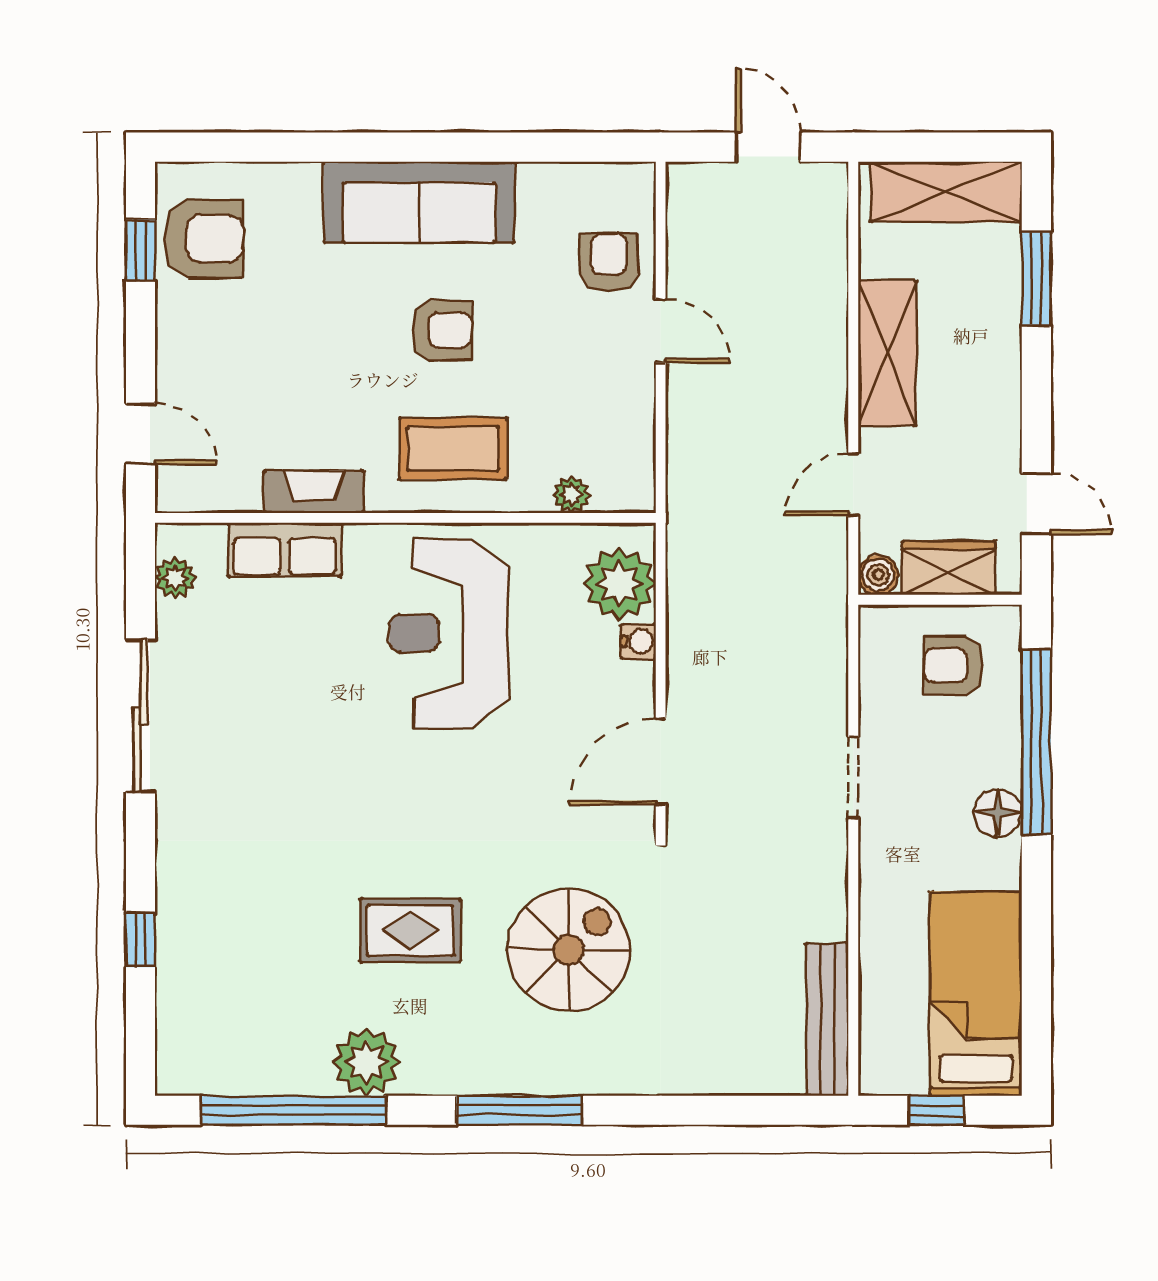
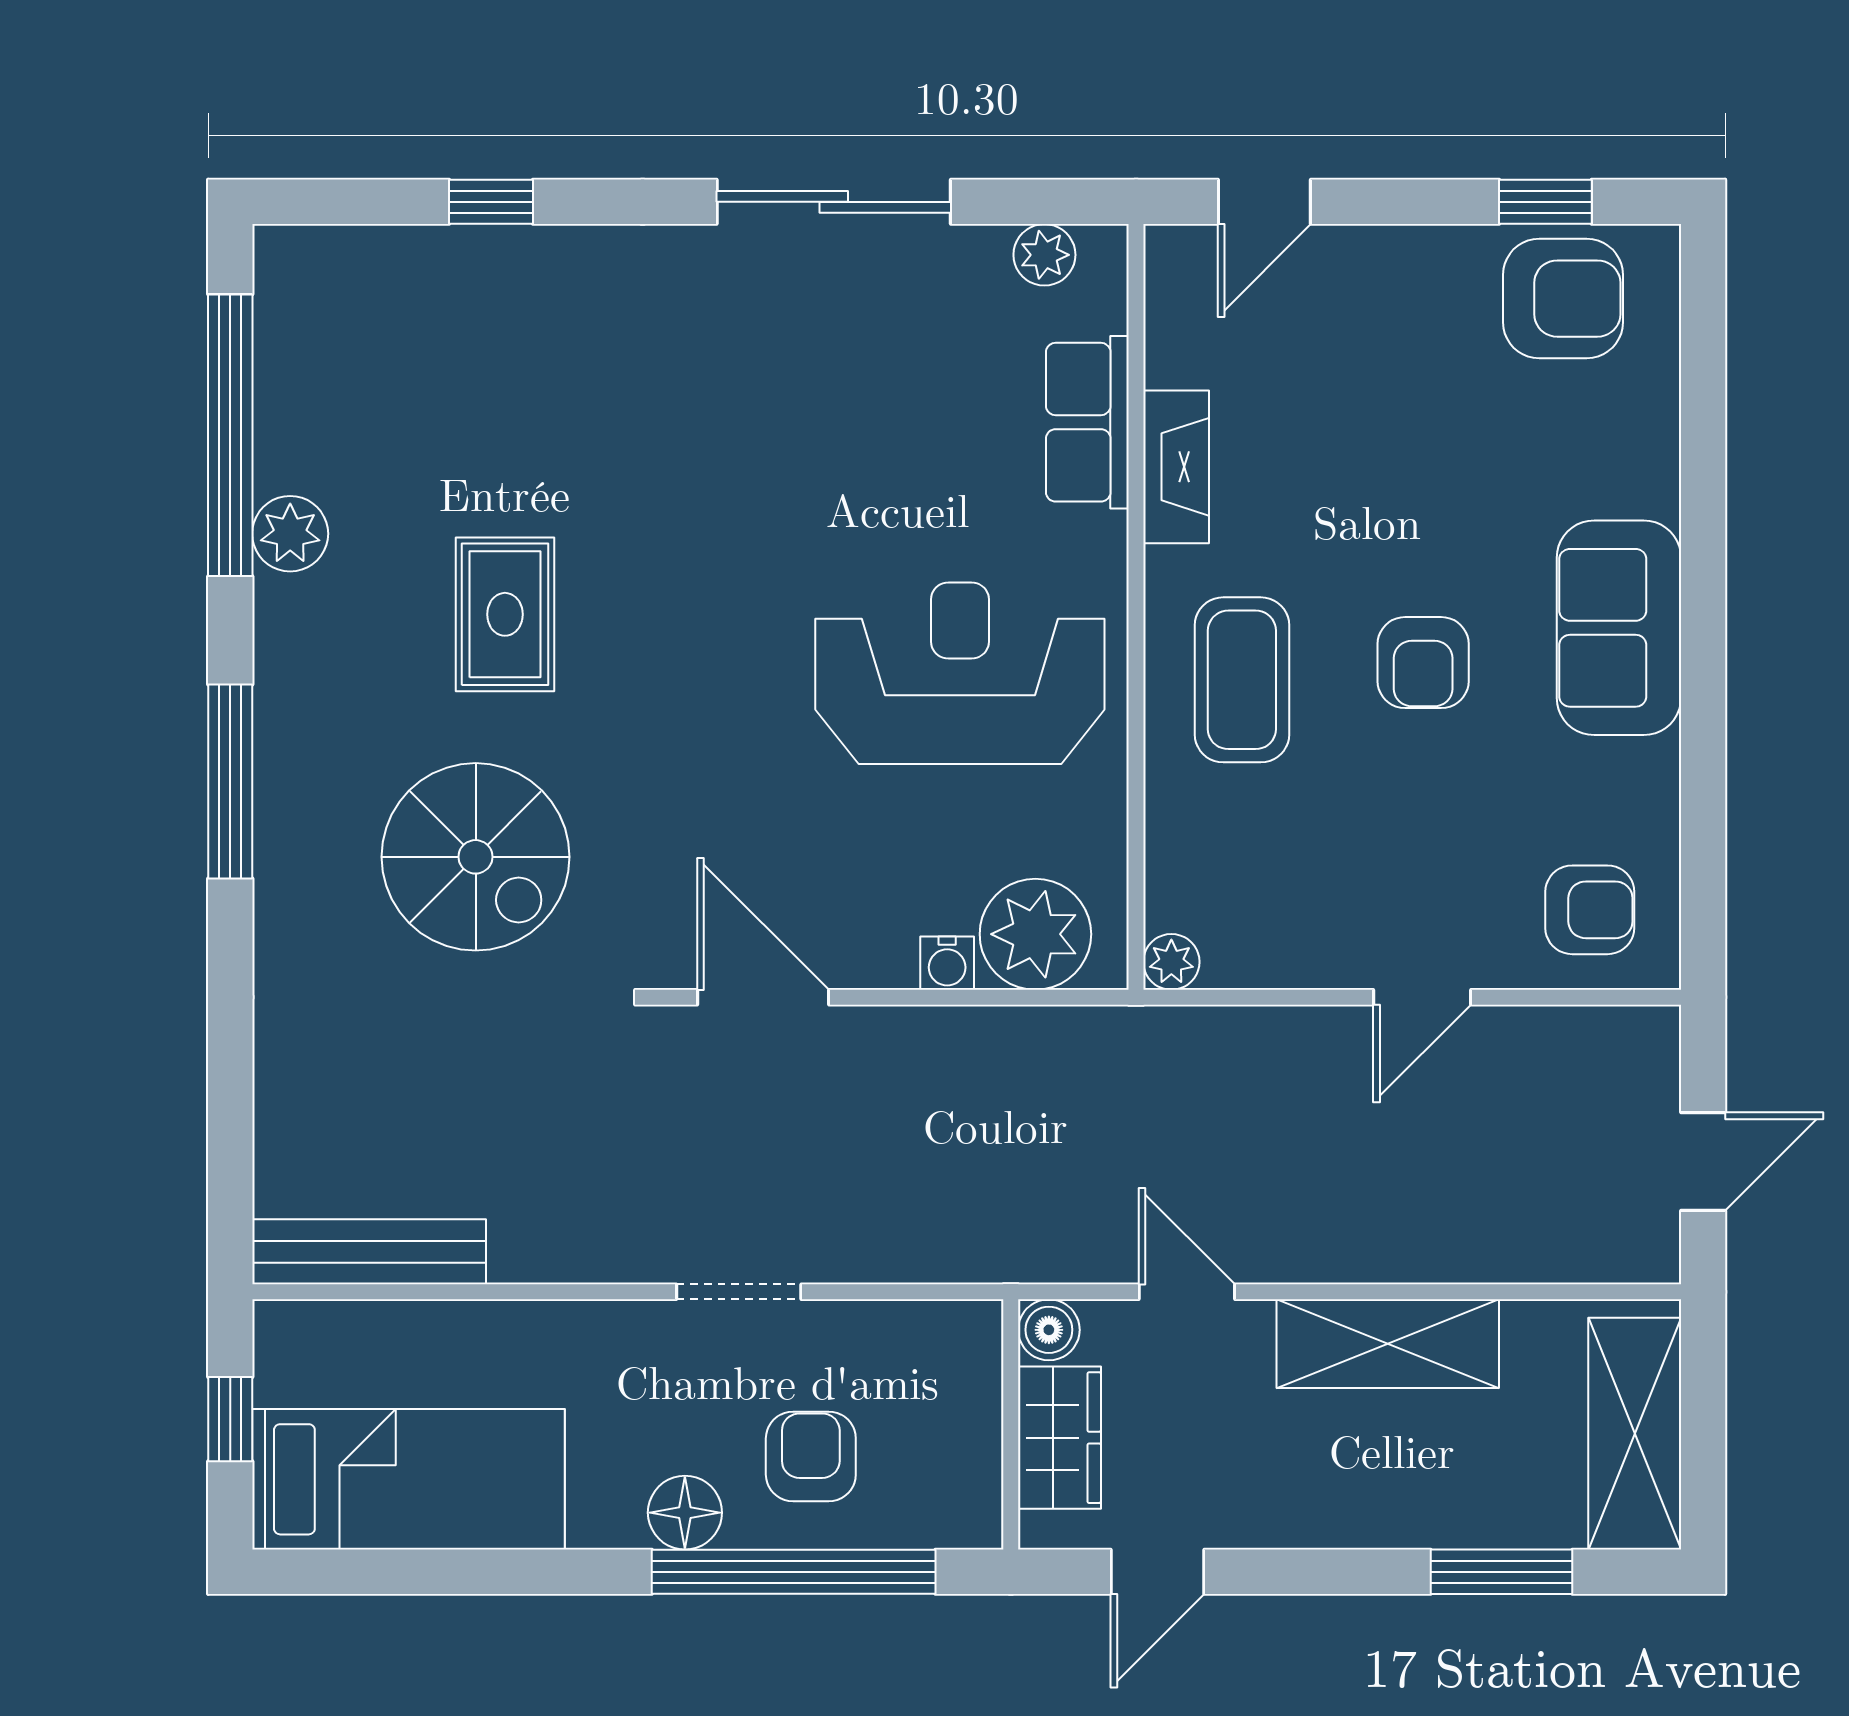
sofa: (419, 202) -> (1619, 628), width x0.73
armchair: (204, 239) -> (1563, 299), turned -90
armchair: (609, 262) -> (1590, 910), moved
plant: (572, 495) -> (1171, 962), moved
armchair: (954, 665) -> (811, 1456), moved
plant: (367, 1062) -> (290, 534), width x0.73, depth x0.73

